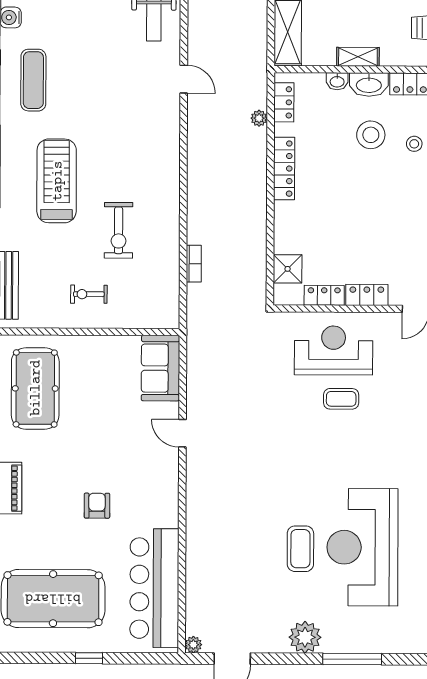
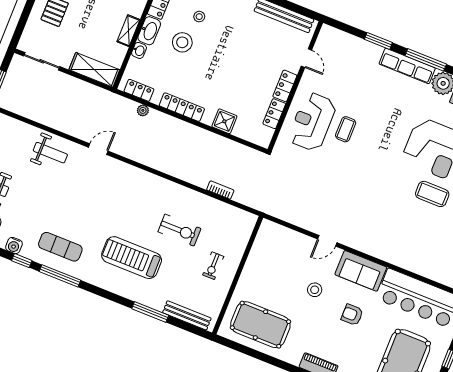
shower: (288, 269) -> (224, 121), moved
sofa: (160, 368) -> (361, 271), moved
stool: (110, 442) -> (315, 290), added

